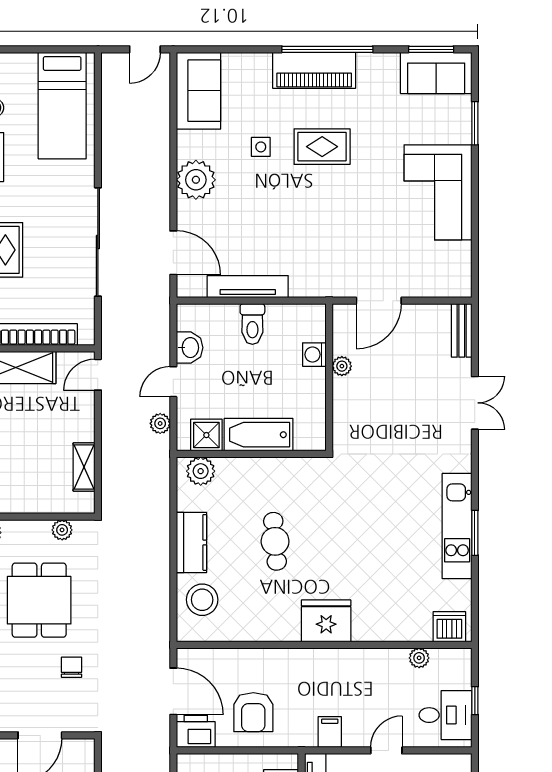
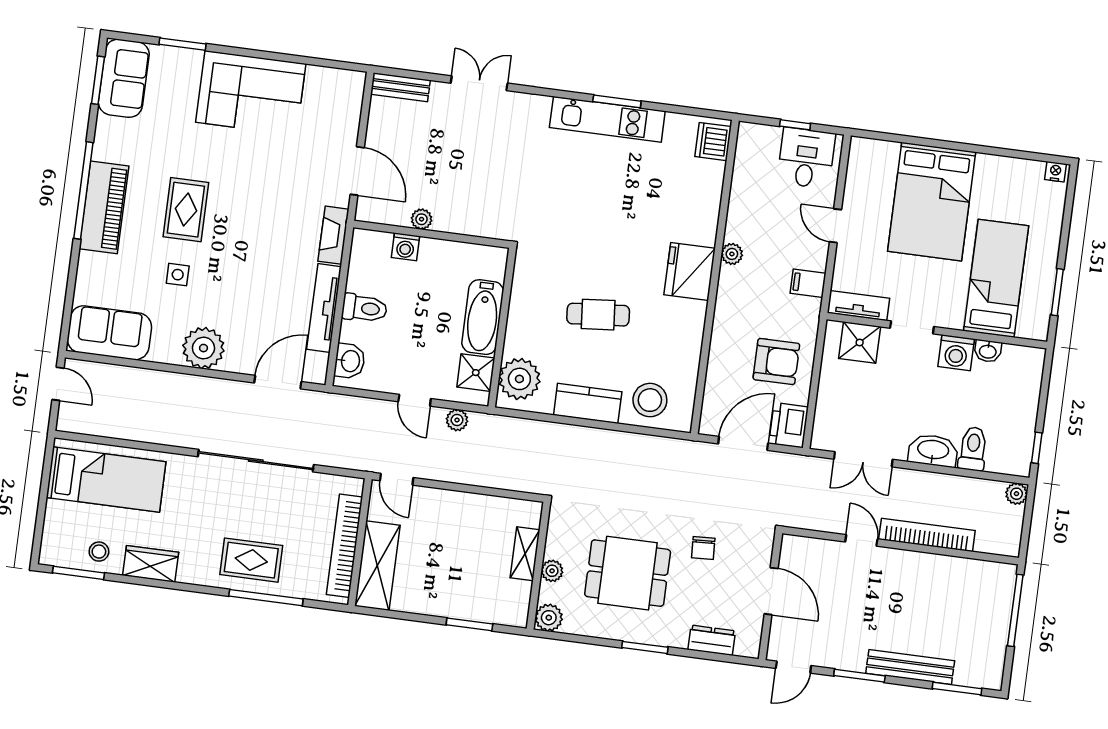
fireplace: (316, 286) -> (333, 235), added
washbasin: (190, 348) -> (350, 361), moved, turned 90
shelving: (84, 467) -> (525, 554), moved, turned 90
plant: (201, 471) -> (519, 379), width x1.36, depth x1.36
plant: (62, 530) -> (552, 571), moved
plant: (419, 658) -> (732, 254), moved
chair: (72, 667) -> (703, 548), turned -93

